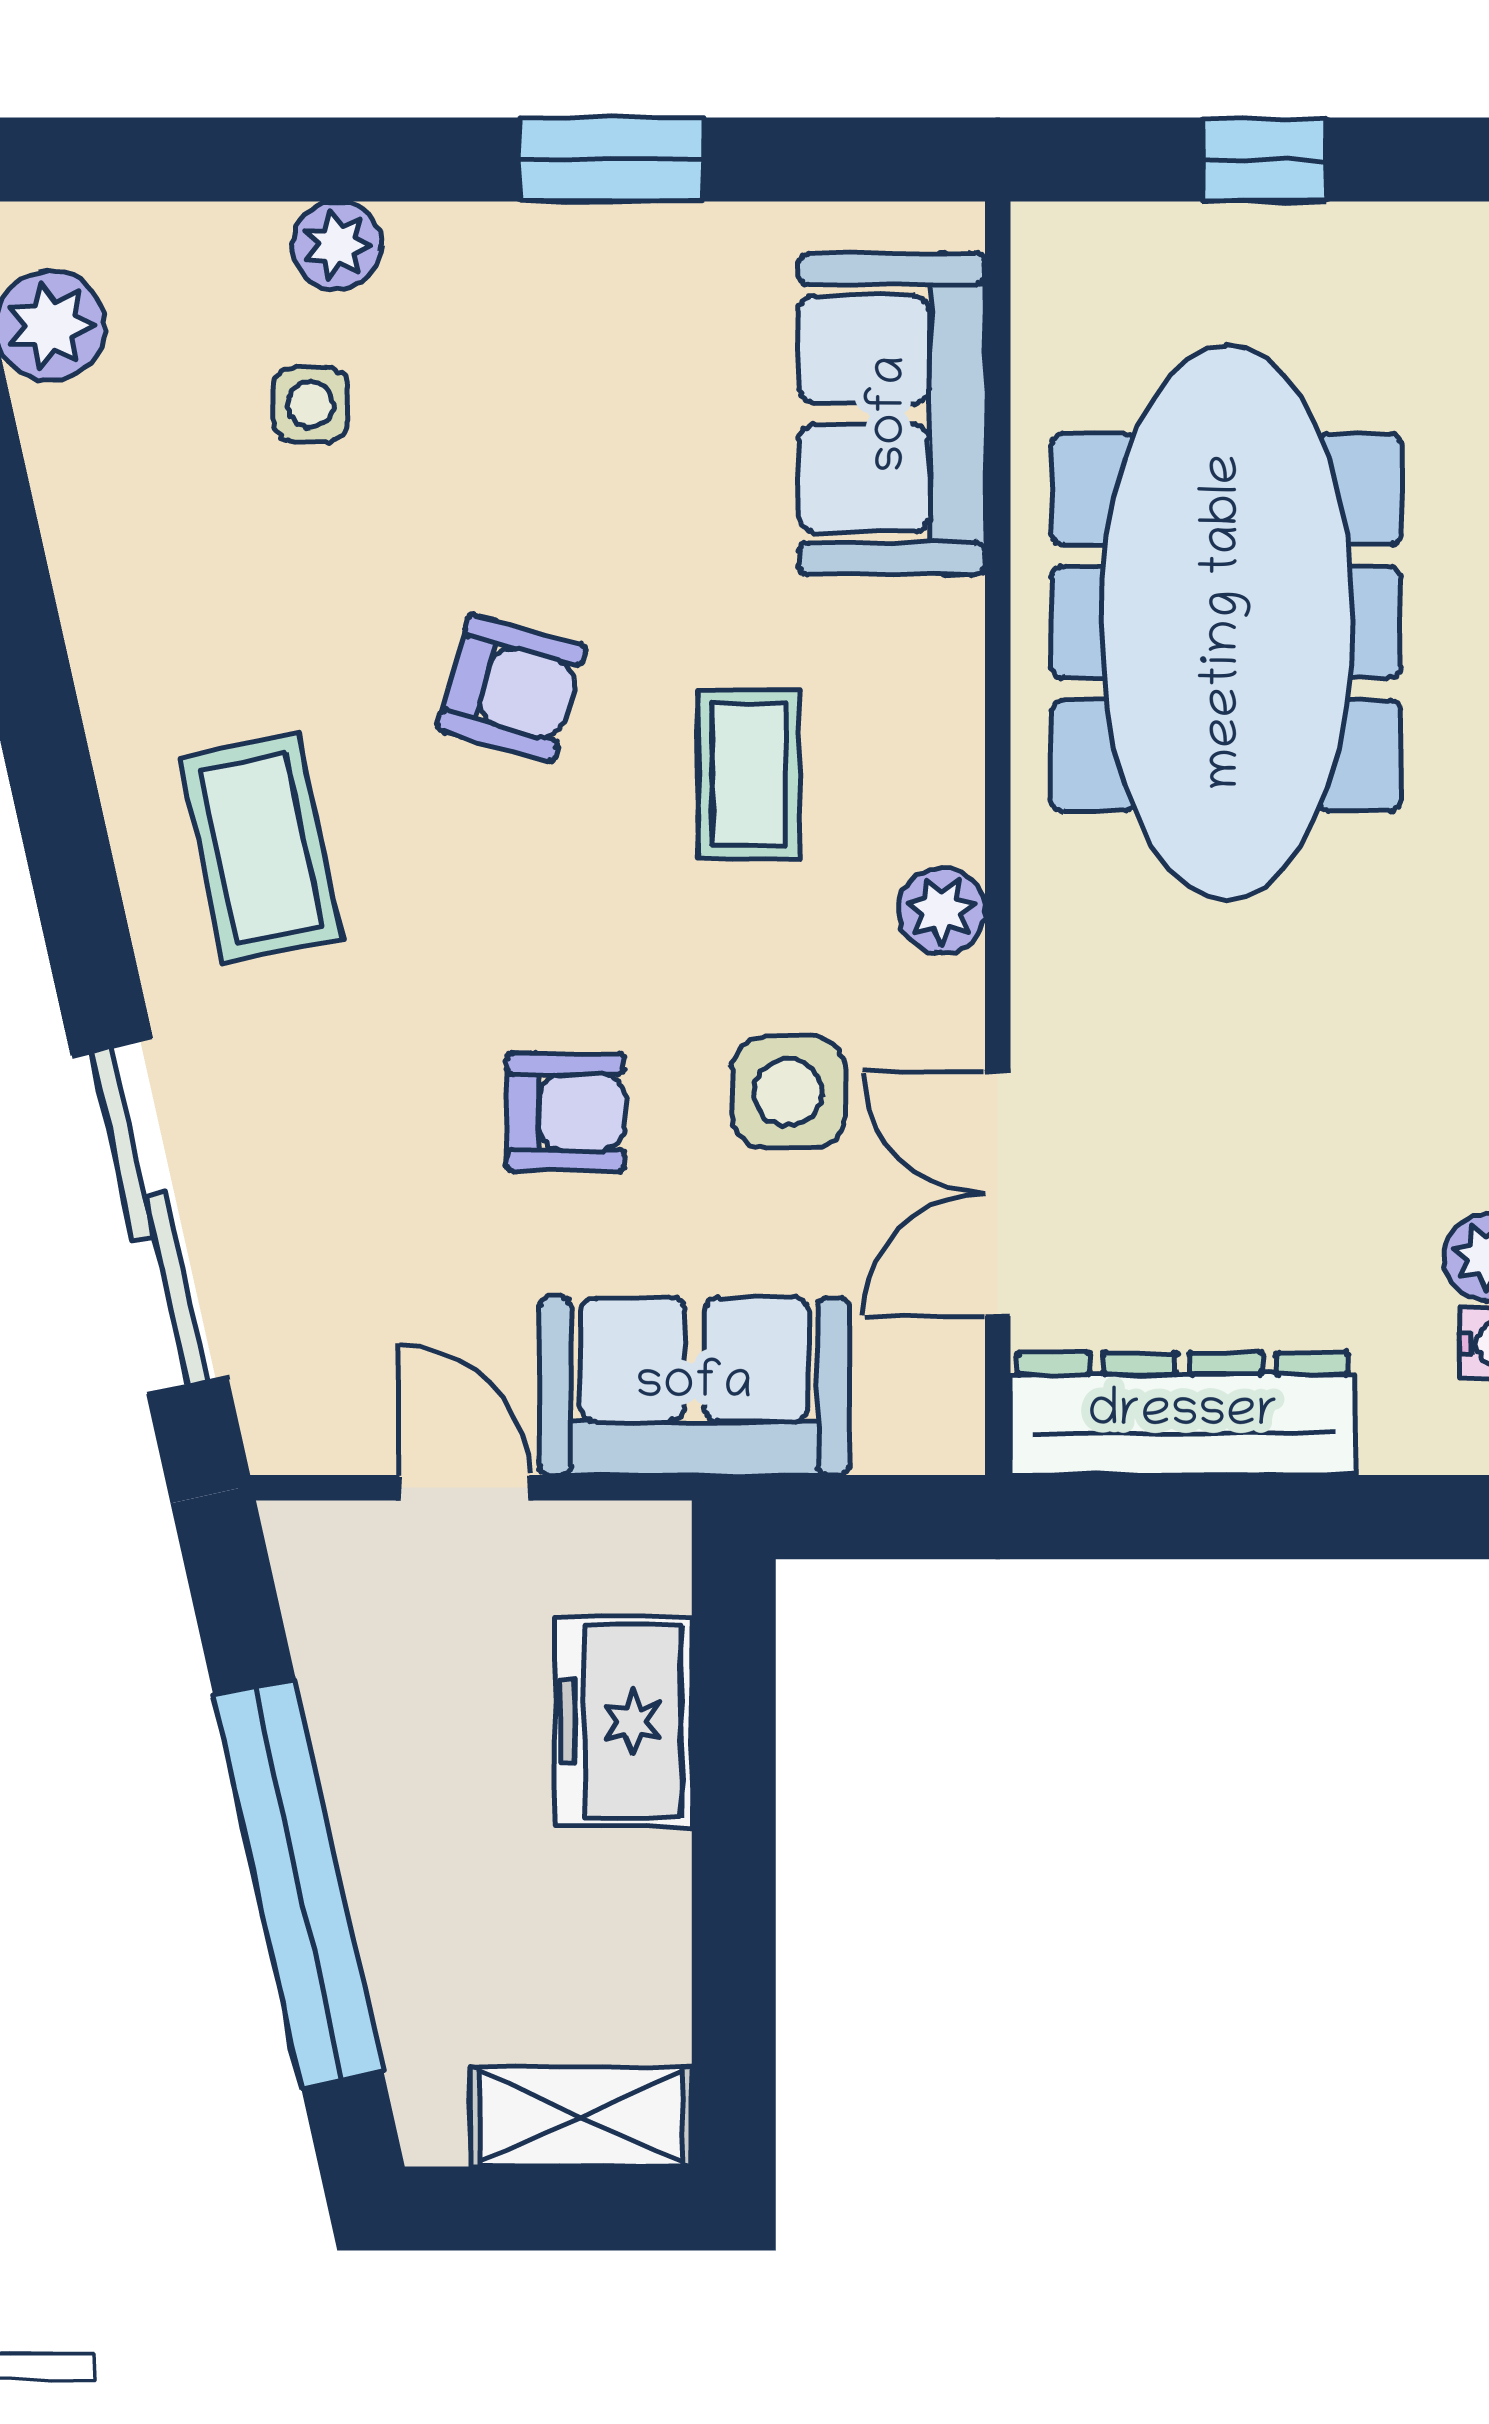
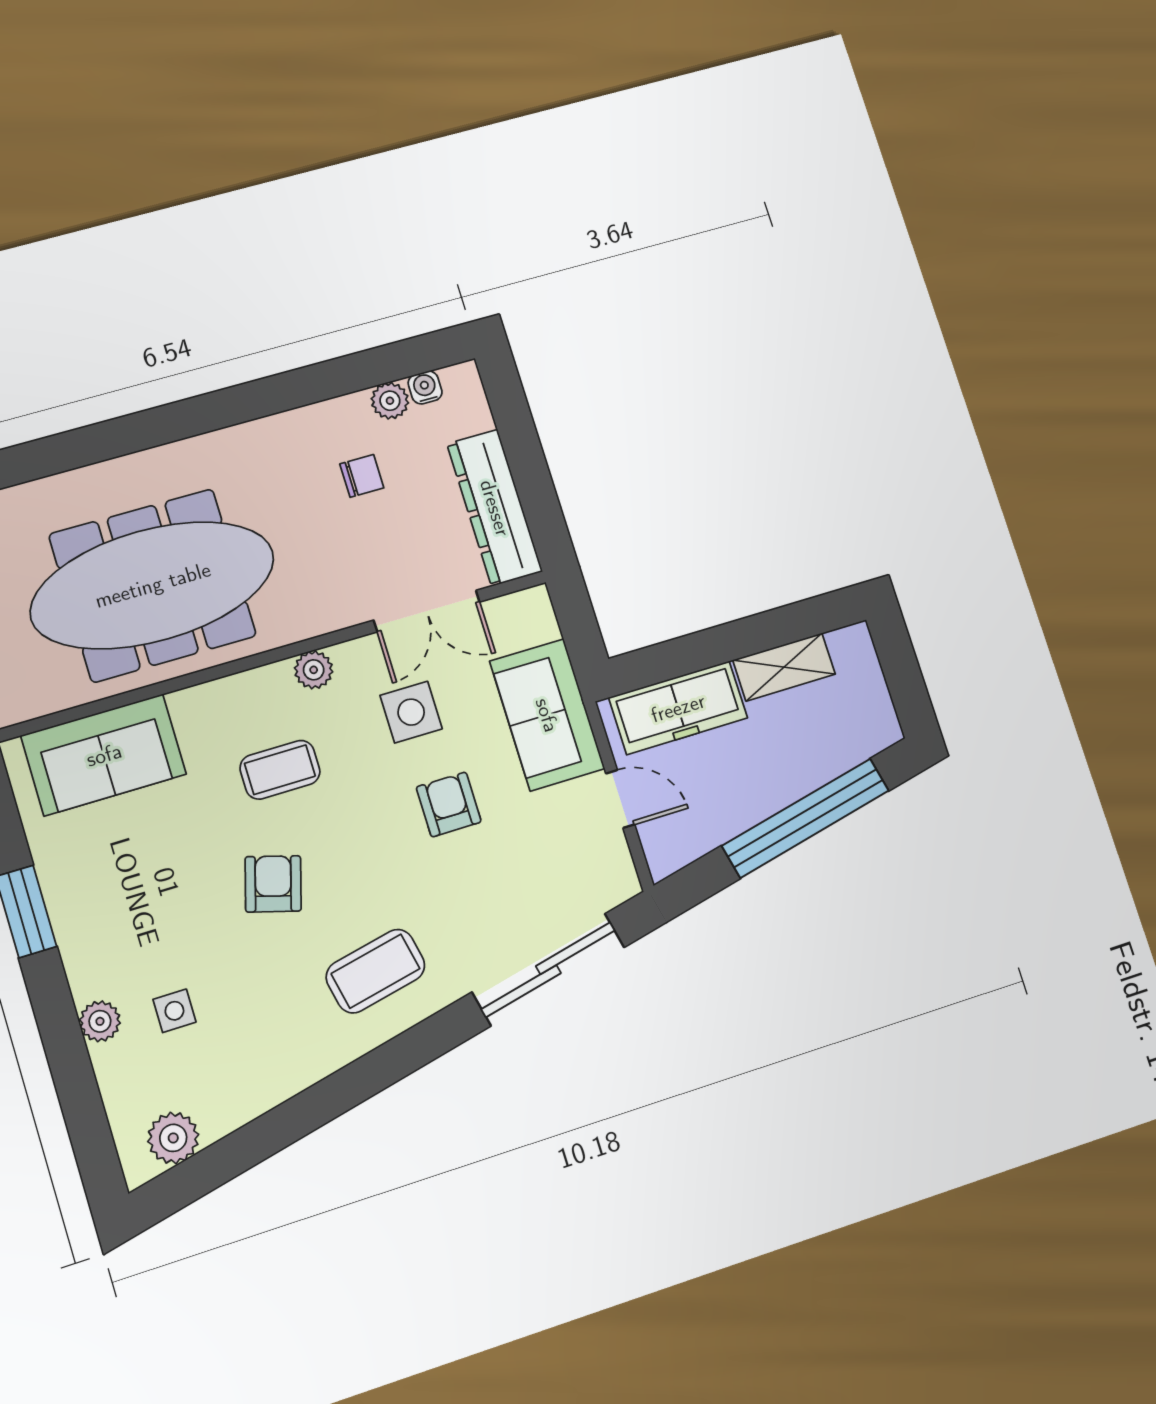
chair: (1336, 1144) -> (362, 476), added
door: (464, 1488) -> (620, 799), swing flipped
freezer: (624, 1721) -> (678, 708), width x1.40
shelving: (581, 2117) -> (784, 667), moved, turned 90

